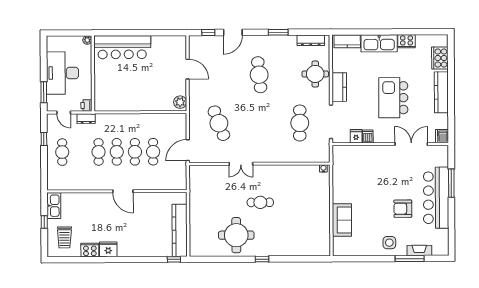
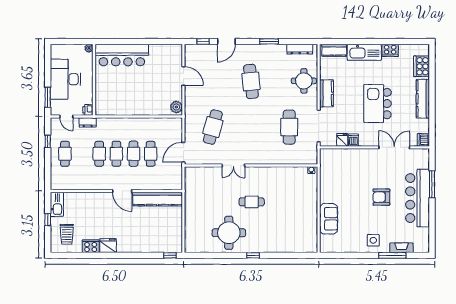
cafe table: (219, 123) -> (213, 127), turned 36
armchair: (403, 209) -> (381, 197), moved
kitchen counter: (180, 230) -> (158, 199), moved, turned -90

